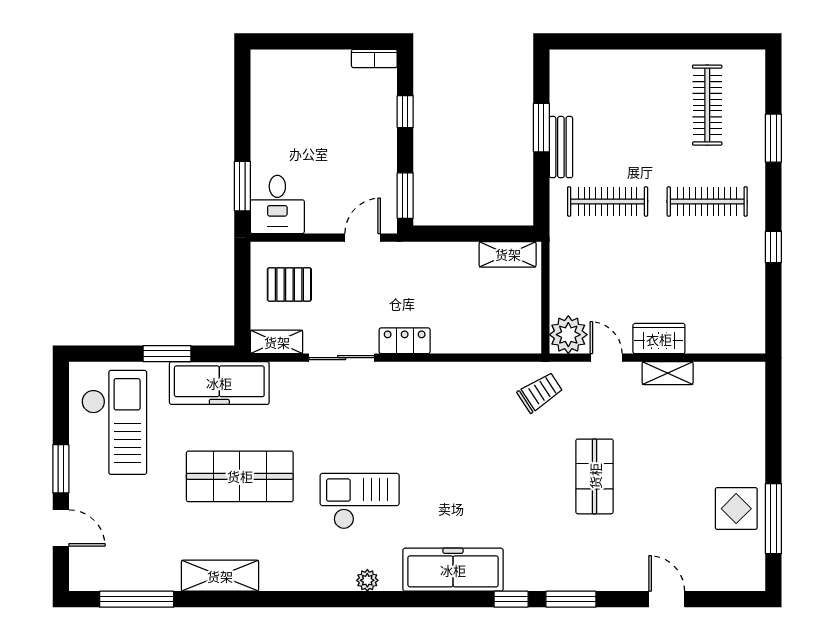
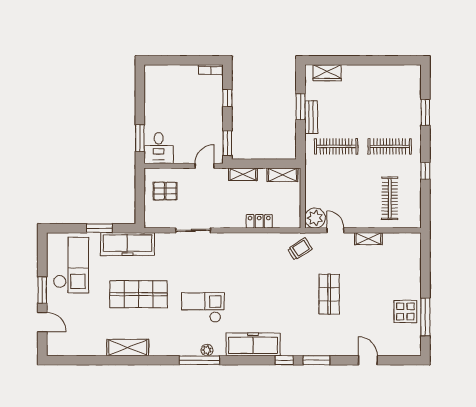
clothes rail: (707, 105) -> (390, 198), moved
wardrobe: (659, 339) -> (327, 73), moved, turned 180
locker: (405, 341) -> (259, 221), moved
shelving: (277, 342) -> (243, 174), moved
window: (137, 599) -> (199, 360), moved

